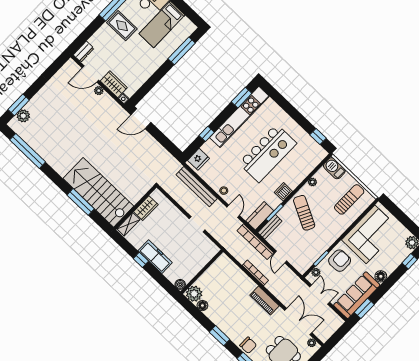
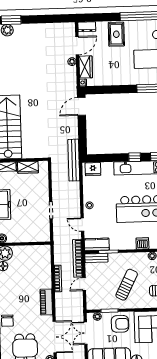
rug: (122, 26) -> (116, 34), moved
door: (90, 74) -> (77, 46), swing flipped
door: (141, 119) -> (81, 106), hinge flipped
window: (207, 134) -> (135, 157), moved
bench: (197, 187) -> (74, 160), moved
dishwasher: (283, 192) -> (142, 243), moved
door: (233, 211) -> (82, 225), swing flipped
sun lounger: (304, 213) -> (127, 285), moved
double door: (320, 295) -> (86, 333), swing flipped

